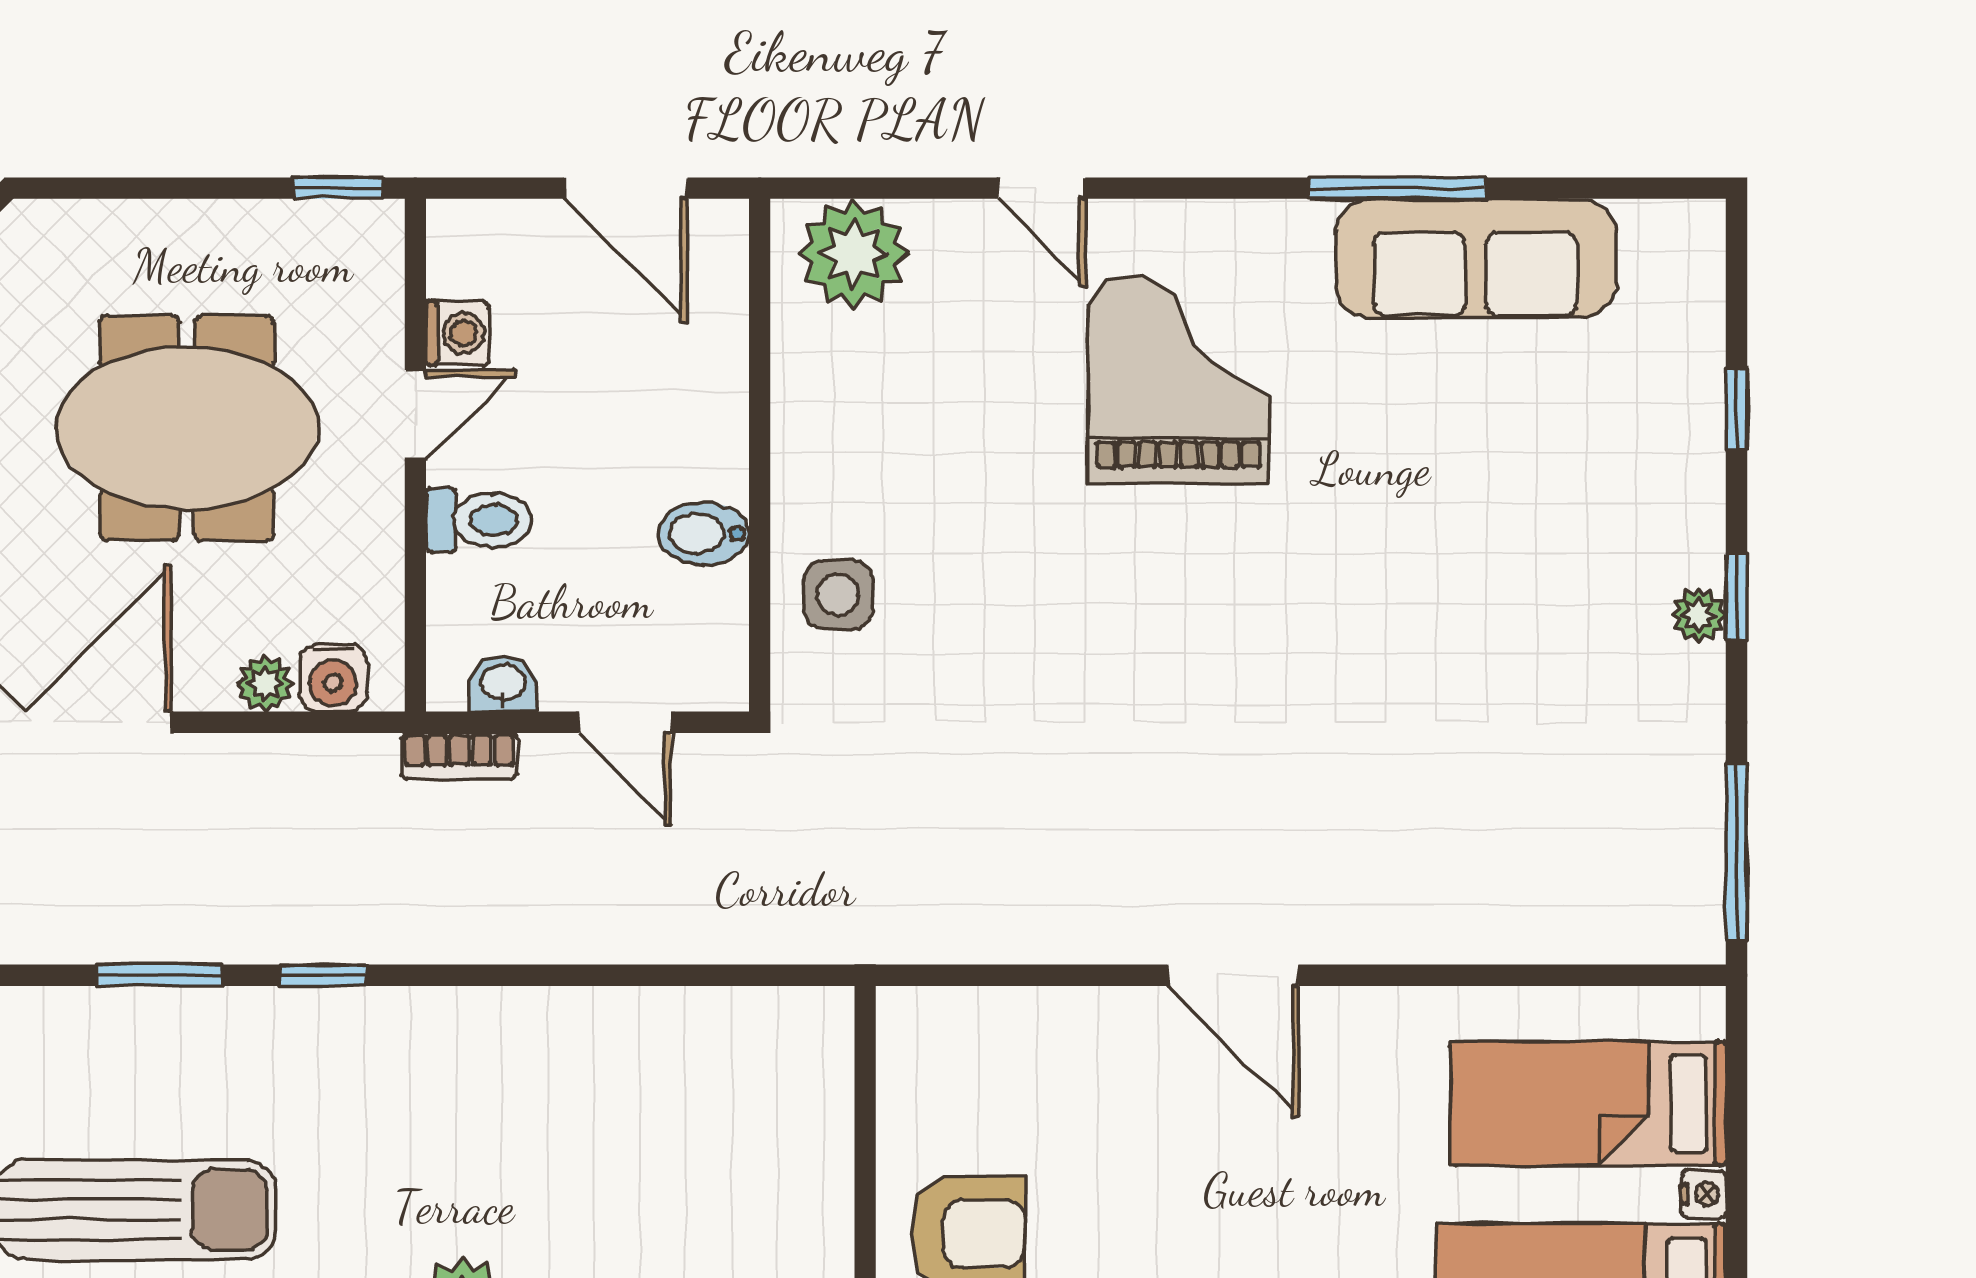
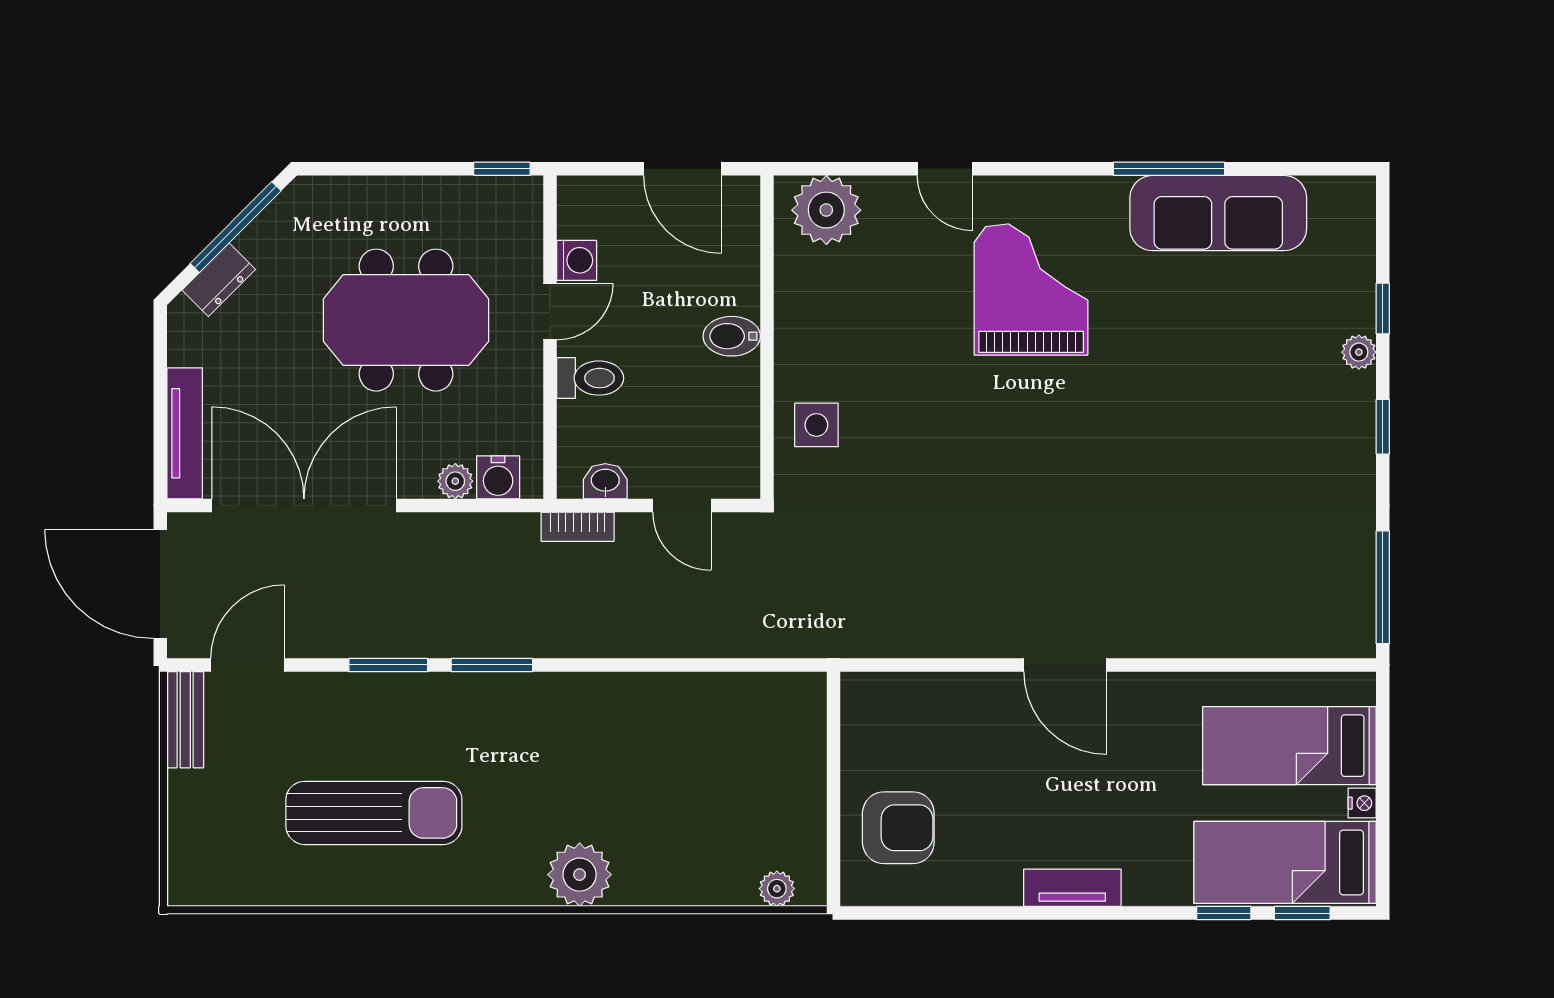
bidet: (704, 534) -> (732, 336), moved
plant: (1699, 615) -> (1359, 352), moved
window: (323, 975) -> (492, 665), width x1.50

